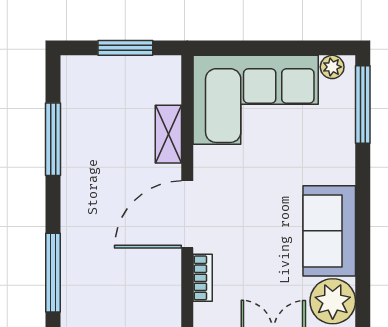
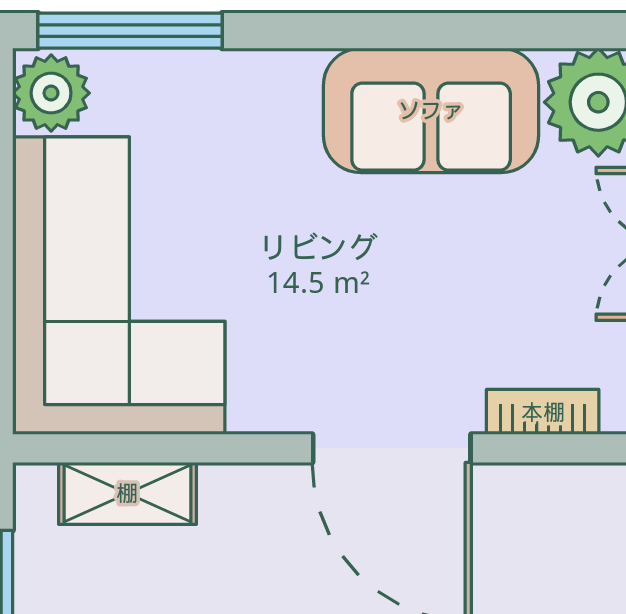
plant: (332, 67) -> (51, 93), width x1.38, depth x1.38
shelving: (168, 134) -> (127, 493), moved

